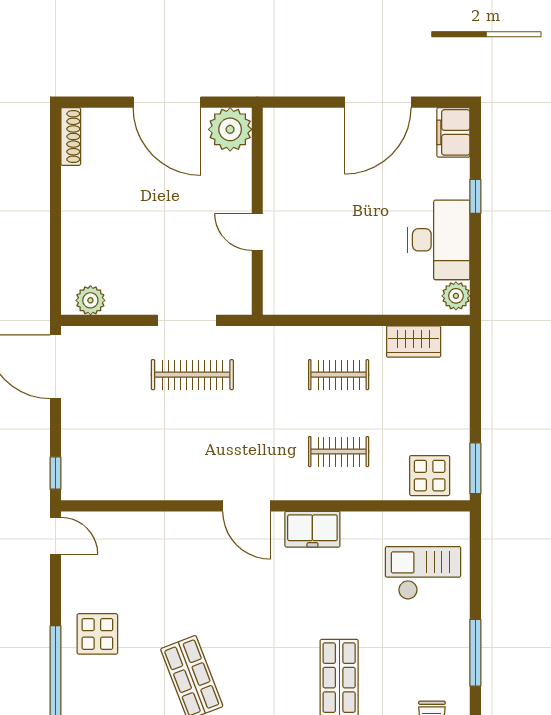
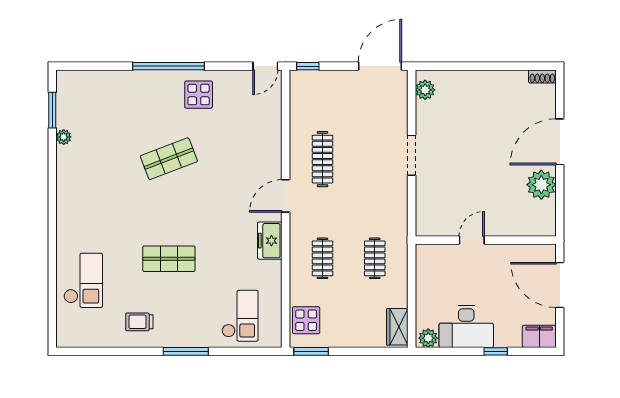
shoe rack: (71, 137) -> (542, 76), width x0.70
wall: (257, 211) -> (486, 240), moved
door: (257, 232) -> (472, 240), moved
wardrobe: (414, 342) -> (397, 327), moved
clothes rail: (192, 375) -> (322, 159), moved

